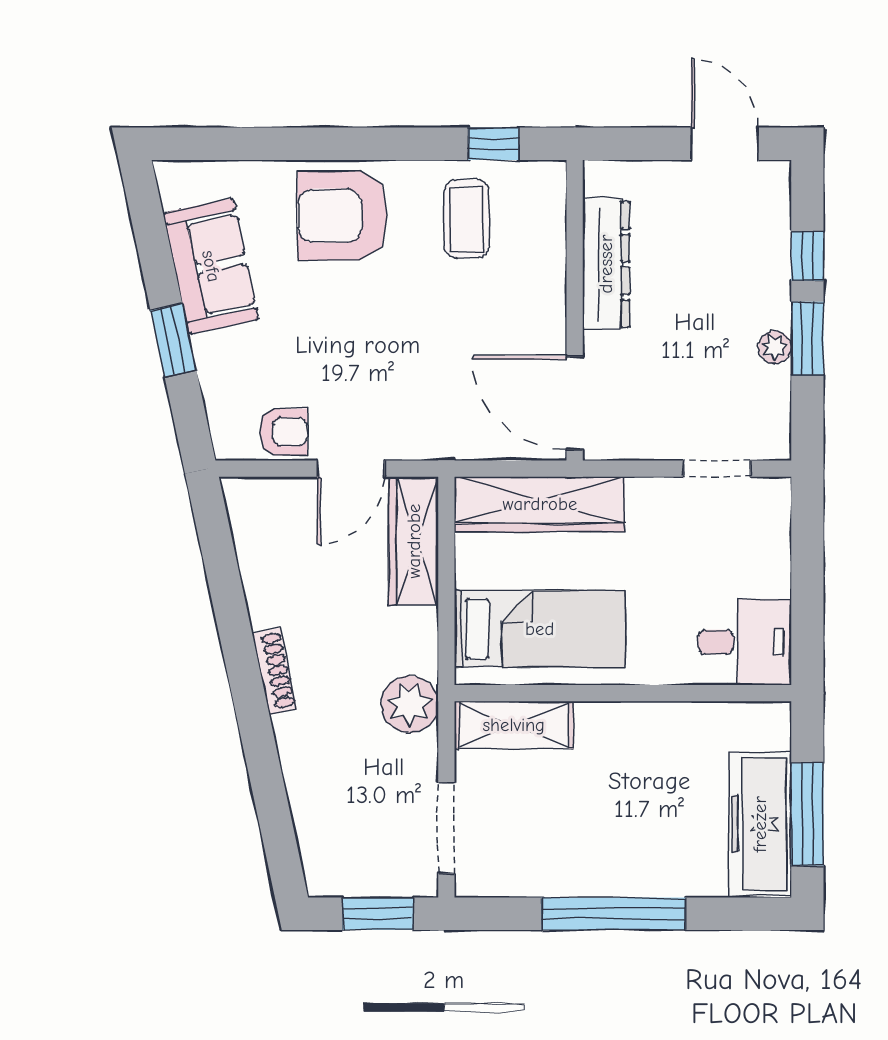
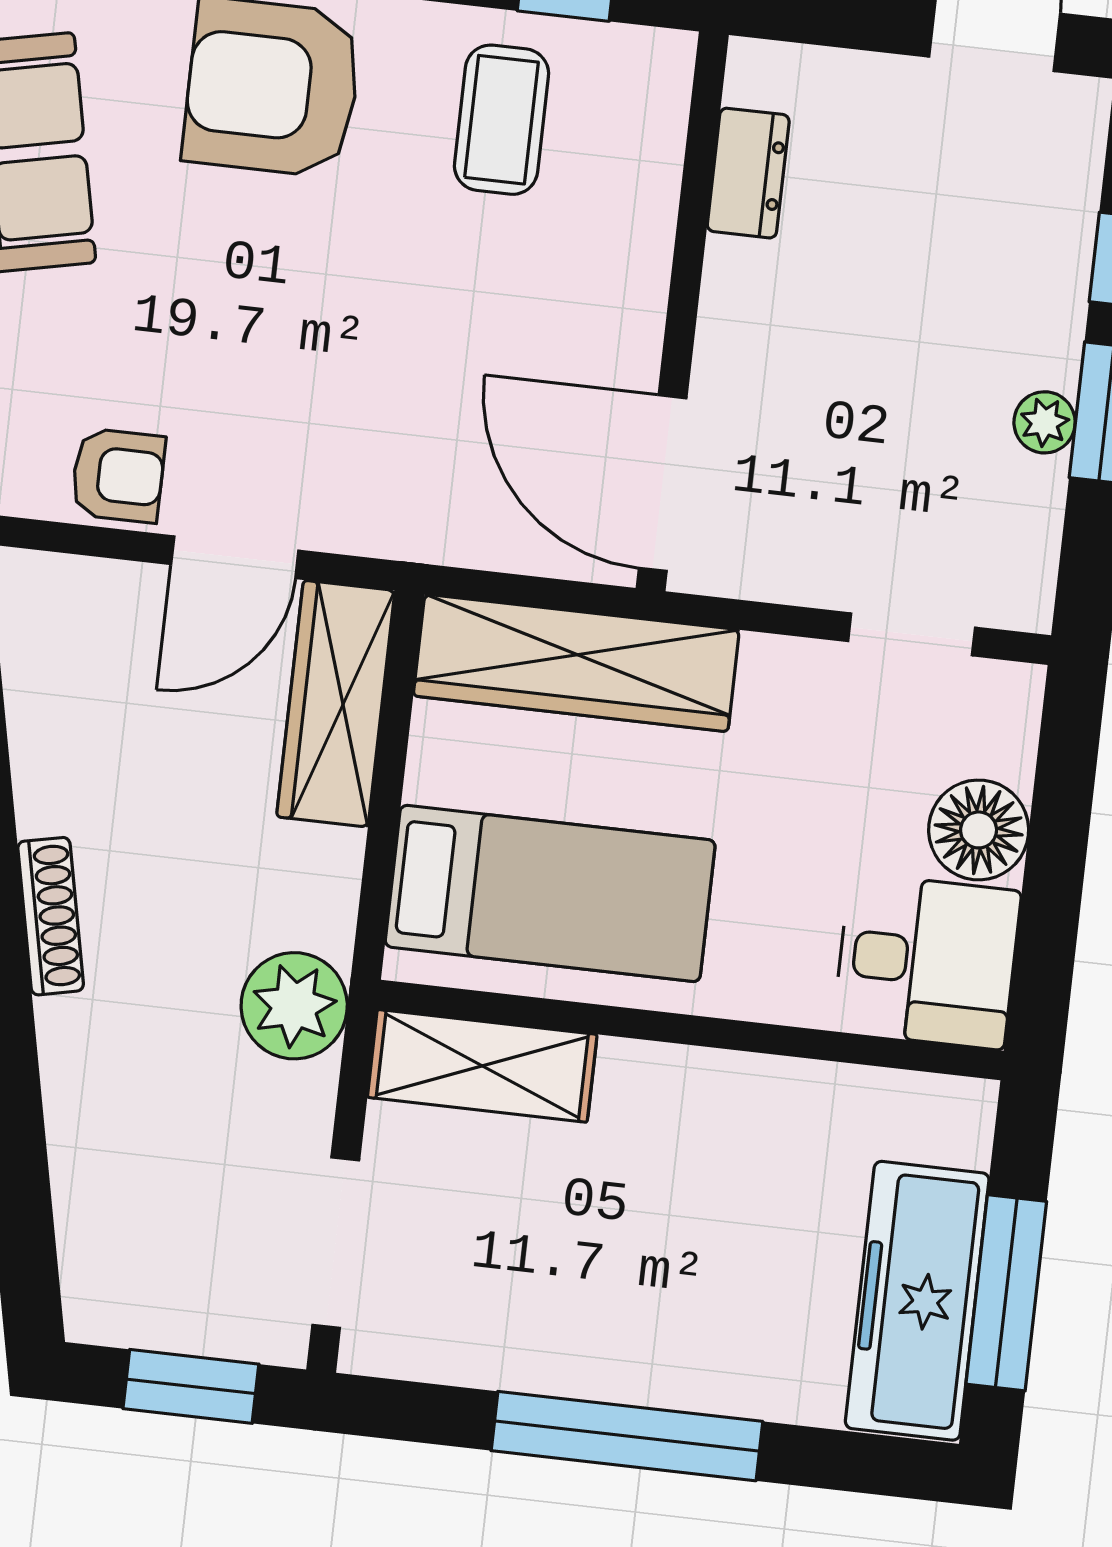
dresser: (606, 264) -> (748, 173), width x0.51, depth x0.80
floor lamp: (764, 569) -> (979, 830), added

